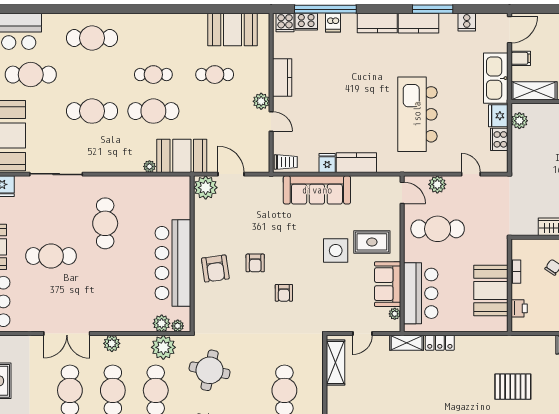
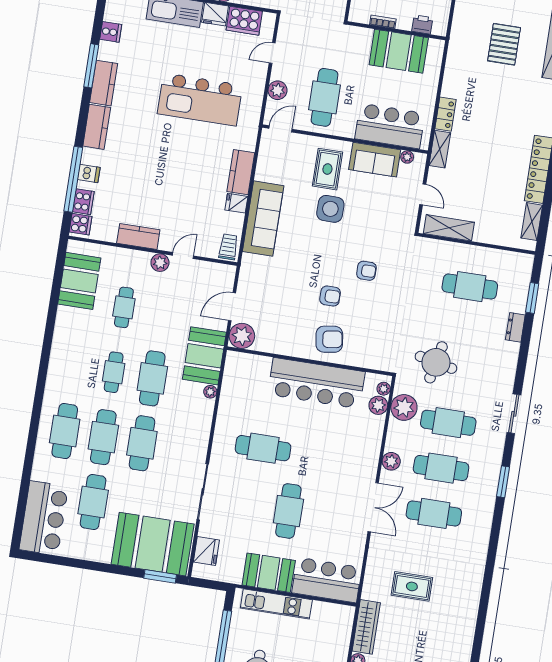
cafe table: (92, 75) -> (103, 437), added
cooker: (499, 139) -> (244, 21), width x1.37, depth x1.31

